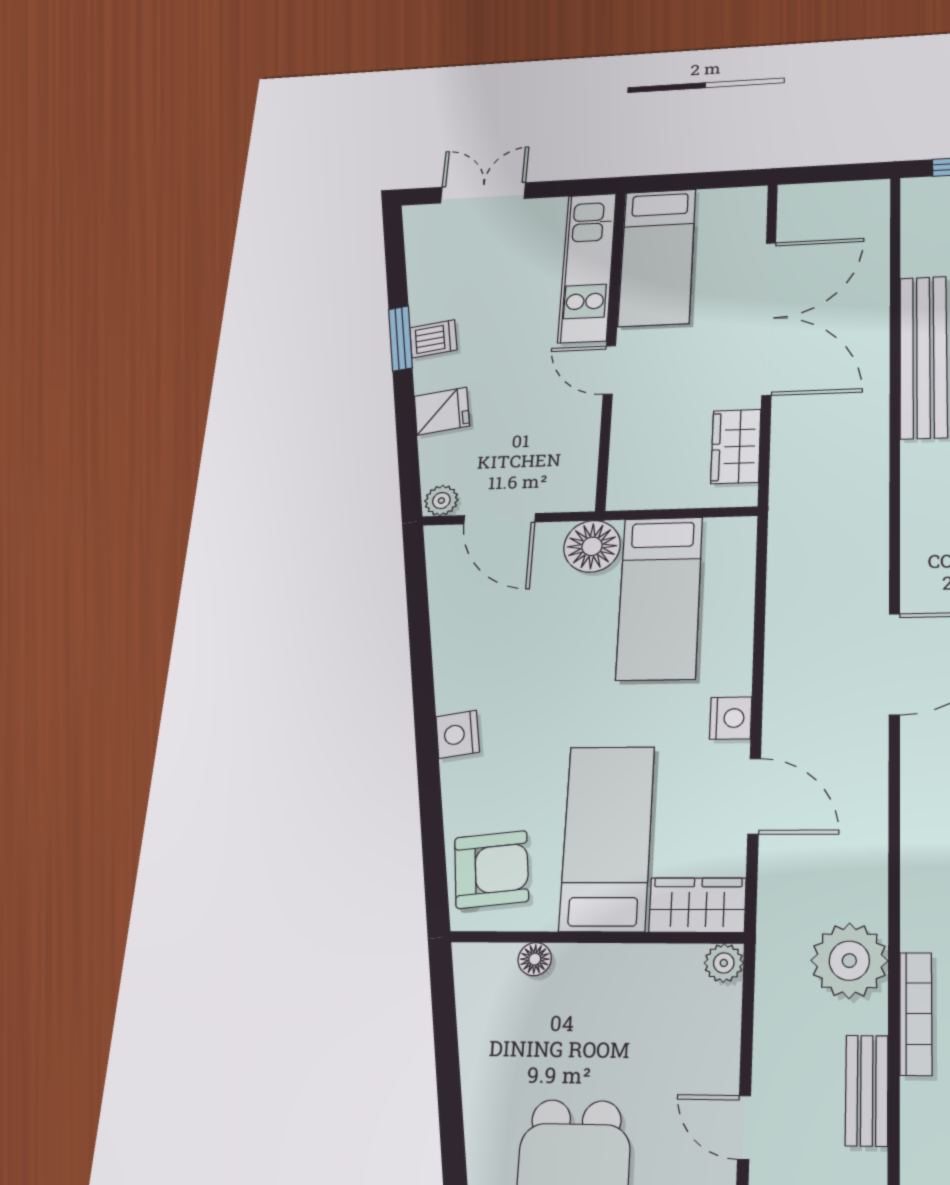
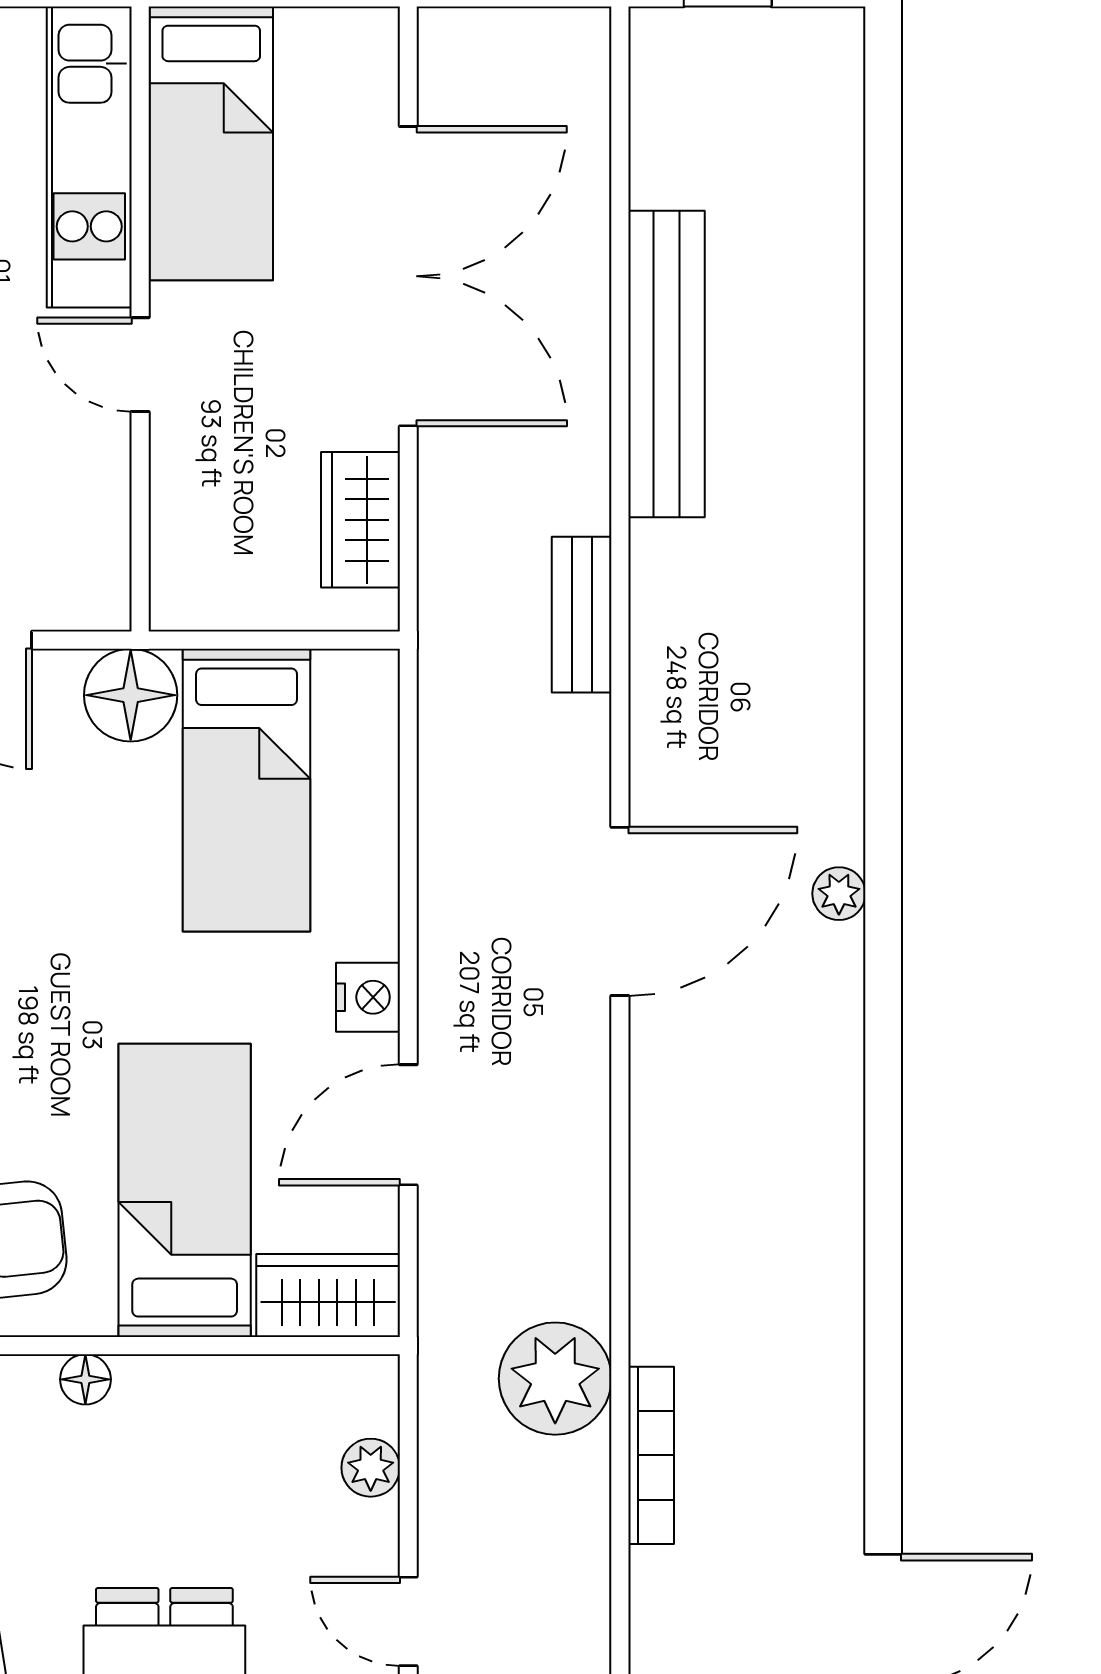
door: (754, 796) -> (408, 1125), swing flipped
plant: (724, 963) -> (371, 1468), moved
bench: (867, 1090) -> (582, 615), moved

